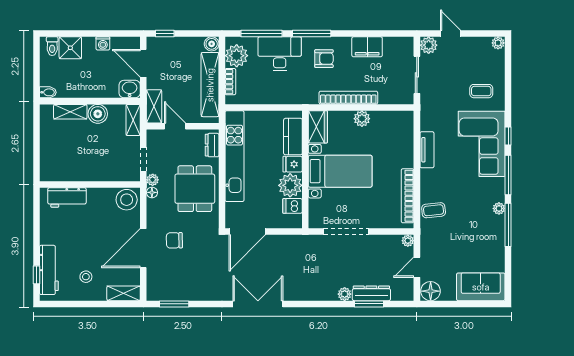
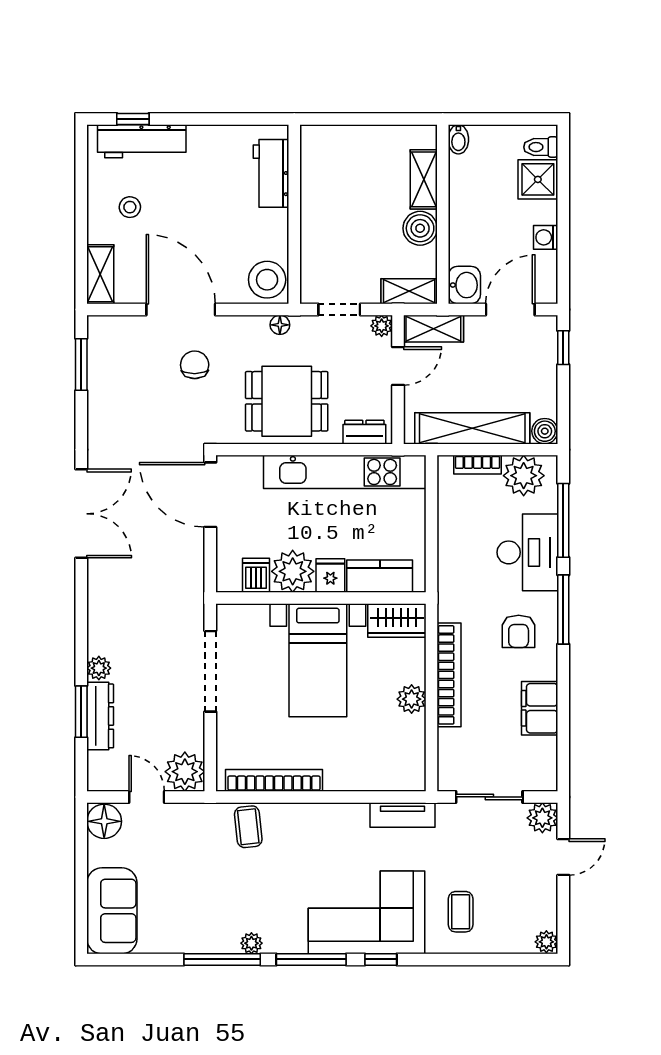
tv unit: (427, 150) -> (403, 815), moved
plant: (153, 180) -> (382, 326), moved
plant: (408, 241) -> (185, 772), width x1.88, depth x1.88

